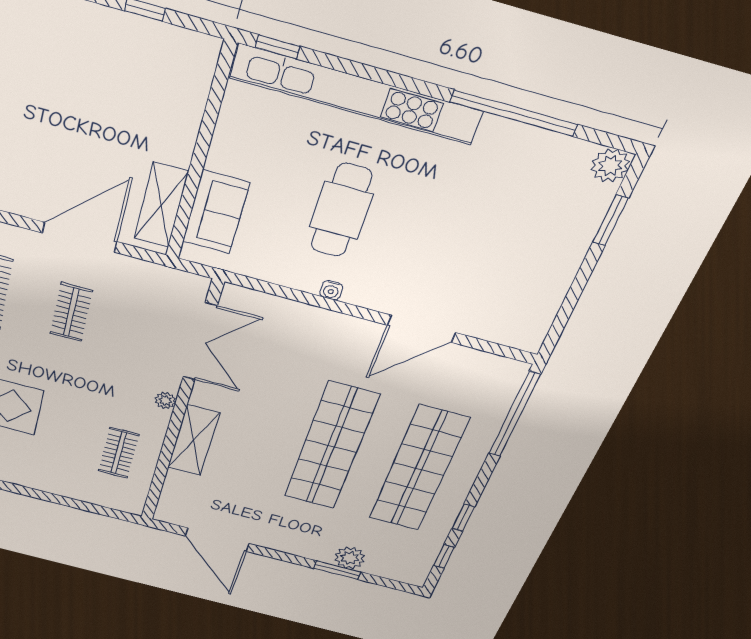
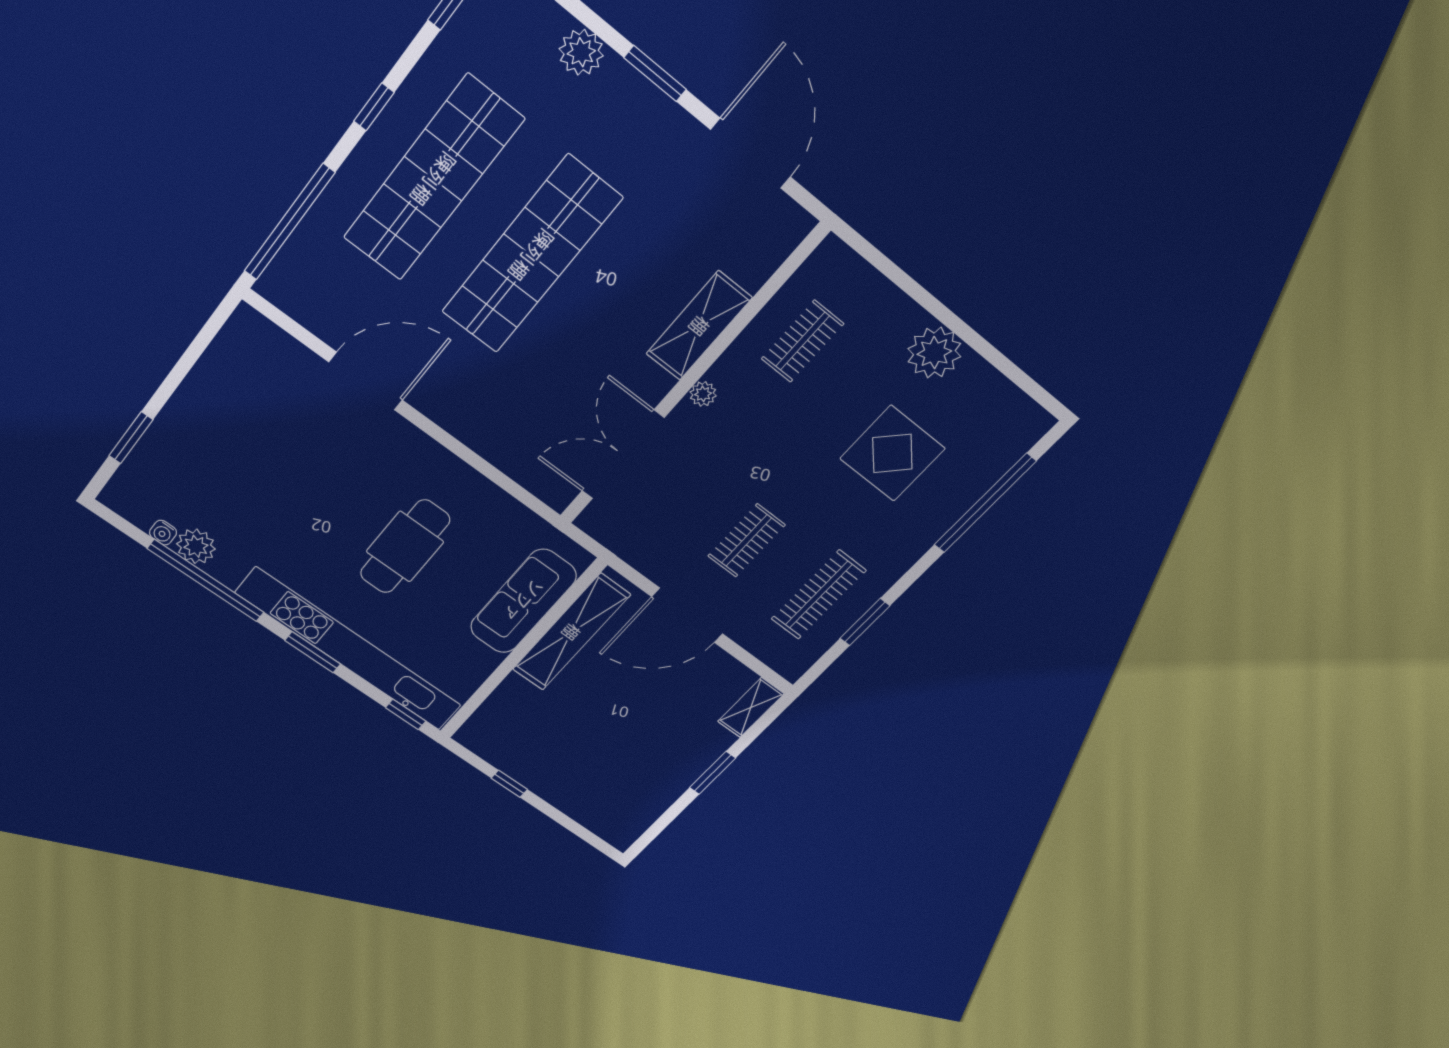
window: (390, 79) -> (313, 652), added
plant: (610, 166) -> (196, 546), moved
shelving: (161, 205) -> (571, 632), width x1.47
sofa: (216, 212) -> (523, 601), width x1.36
water cooler: (331, 290) -> (163, 533), moved, turned 180
plant: (29, 473) -> (934, 353), added
window: (463, 518) -> (374, 107), moved
window: (337, 570) -> (655, 74), moved

